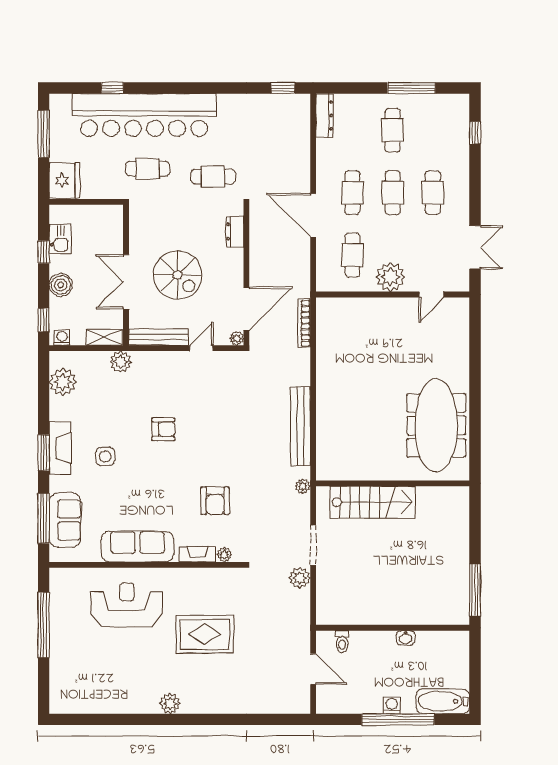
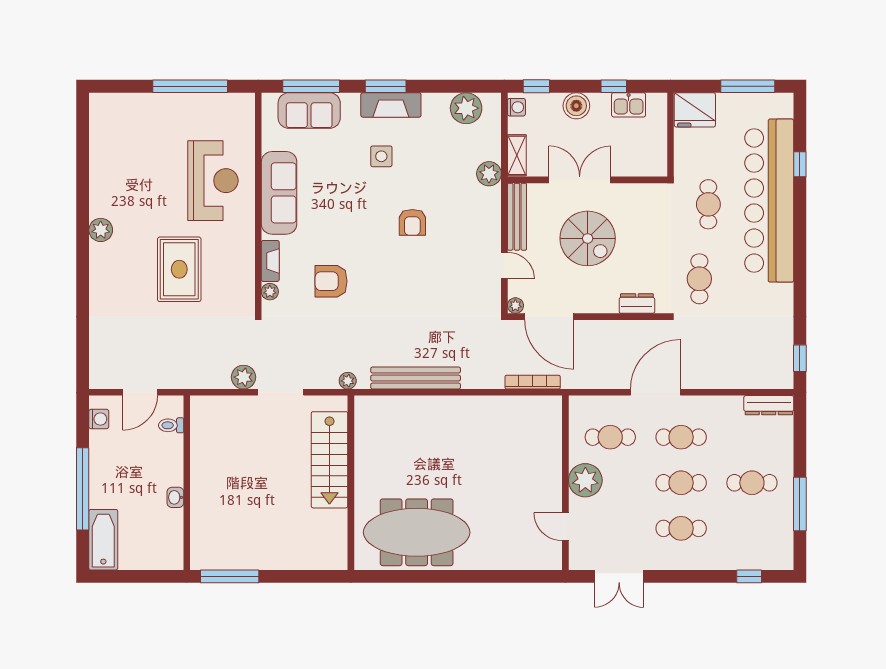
spiral stairs: (178, 275) -> (588, 238), turned -90
washing machine: (392, 705) -> (99, 419), moved

